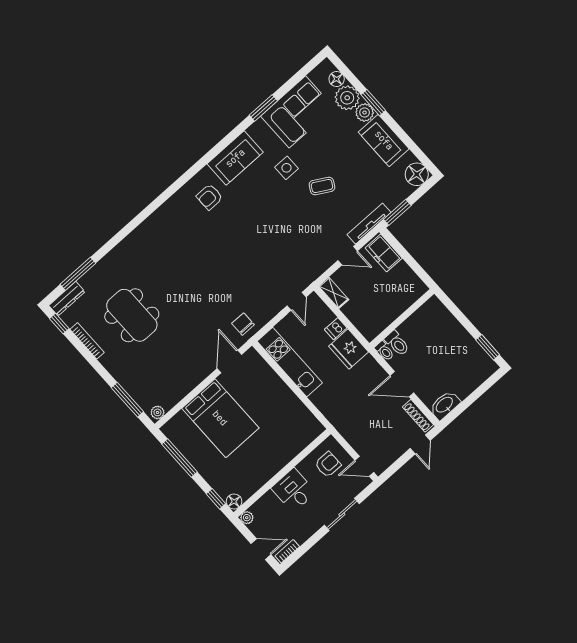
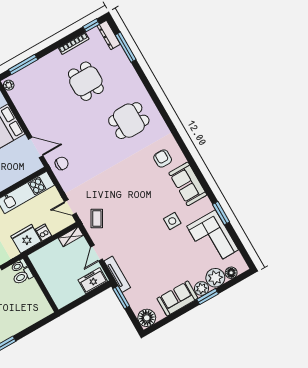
coffee table: (322, 186) -> (97, 218), moved
dining table: (170, 250) -> (129, 121), added
dining table: (132, 315) -> (86, 81), width x0.73

